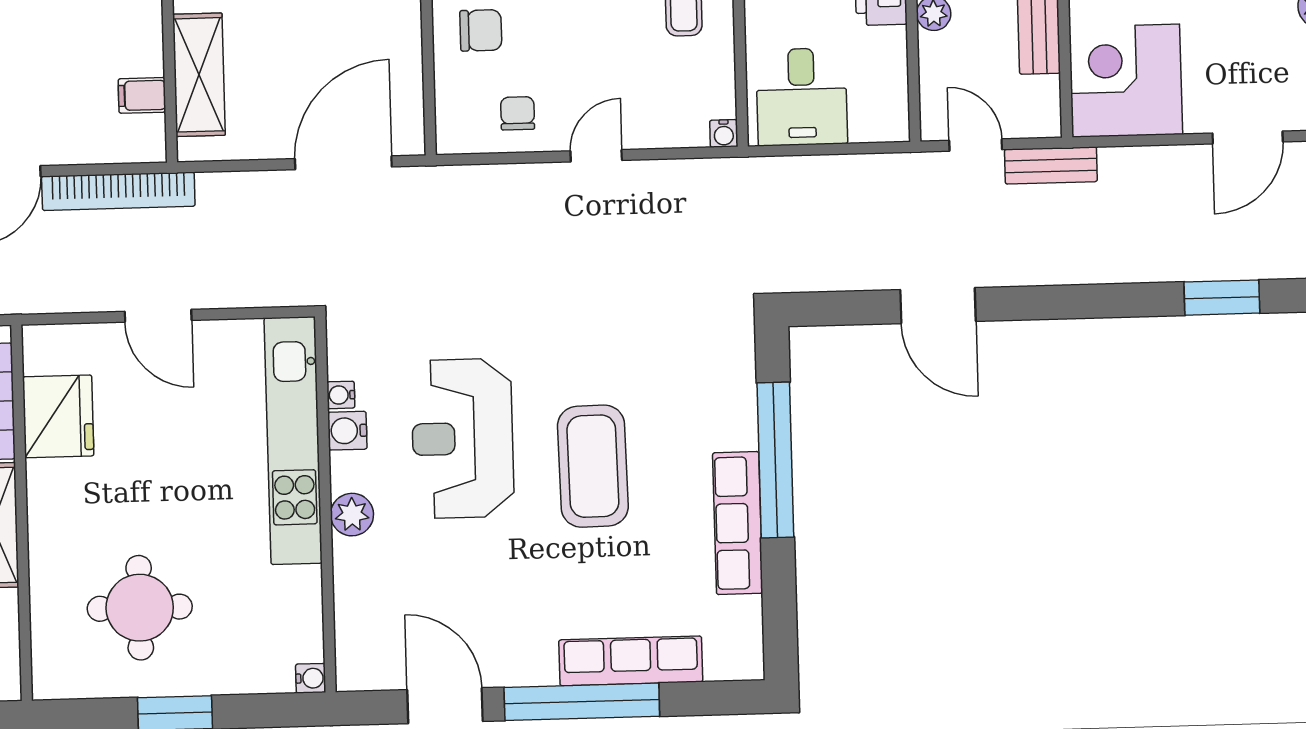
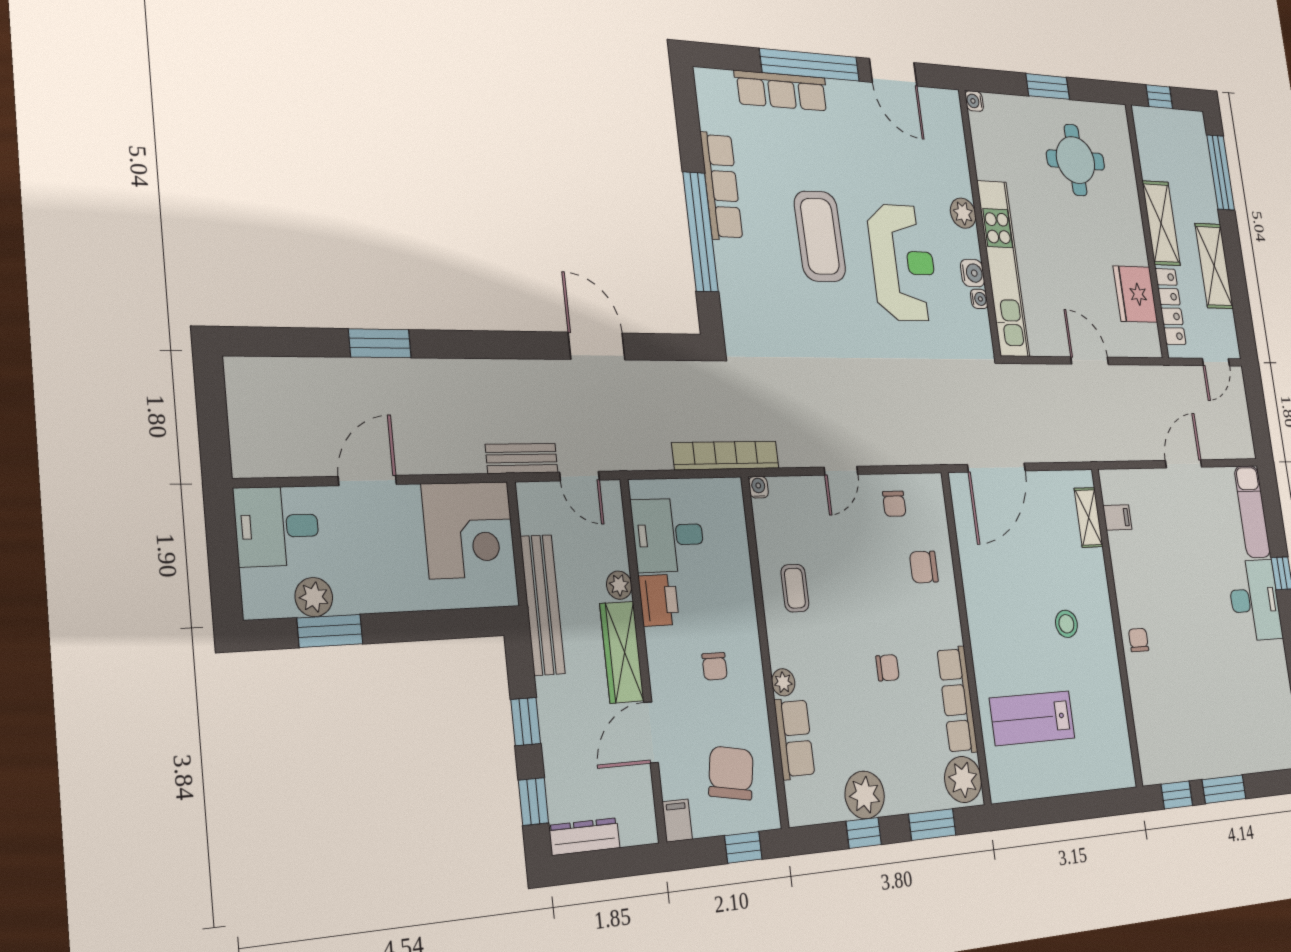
shelving: (199, 75) -> (1088, 517), width x0.67, depth x0.75
desk: (802, 97) -> (668, 535), moved, turned -90
bookcase: (118, 191) -> (726, 455), moved

